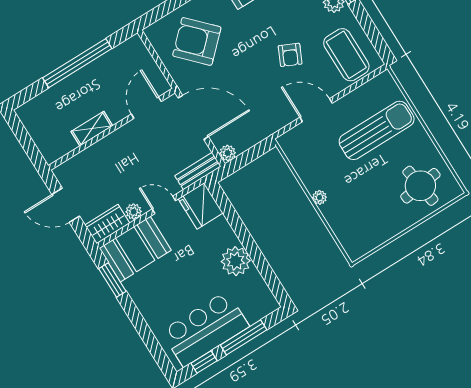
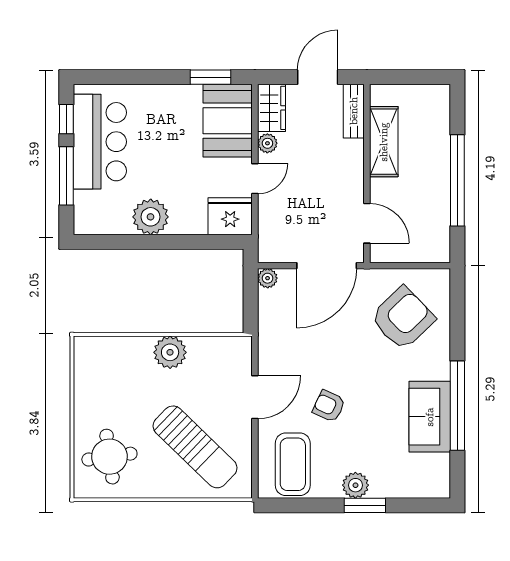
coffee table: (346, 55) -> (293, 464), turned 90
shelving: (92, 129) -> (384, 142), width x1.50, depth x1.33
sun lounger: (377, 130) -> (195, 447), turned -46
bench: (198, 171) -> (354, 111), moved
plant: (320, 197) -> (170, 352), width x1.87, depth x1.87

